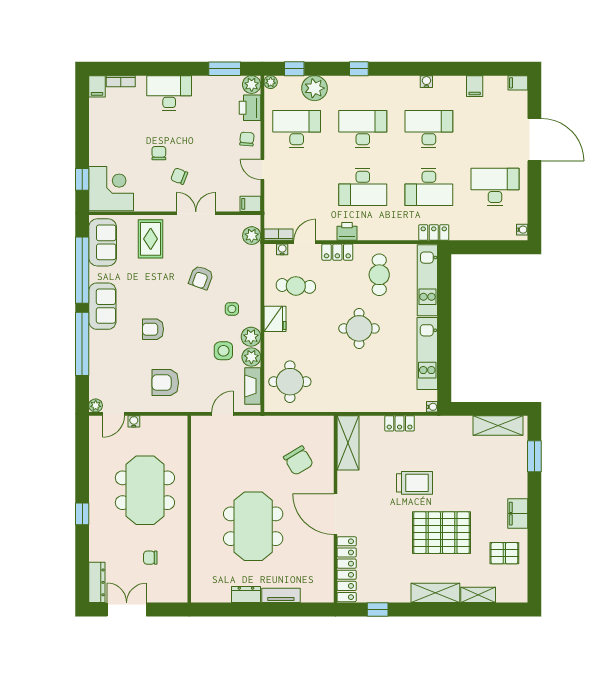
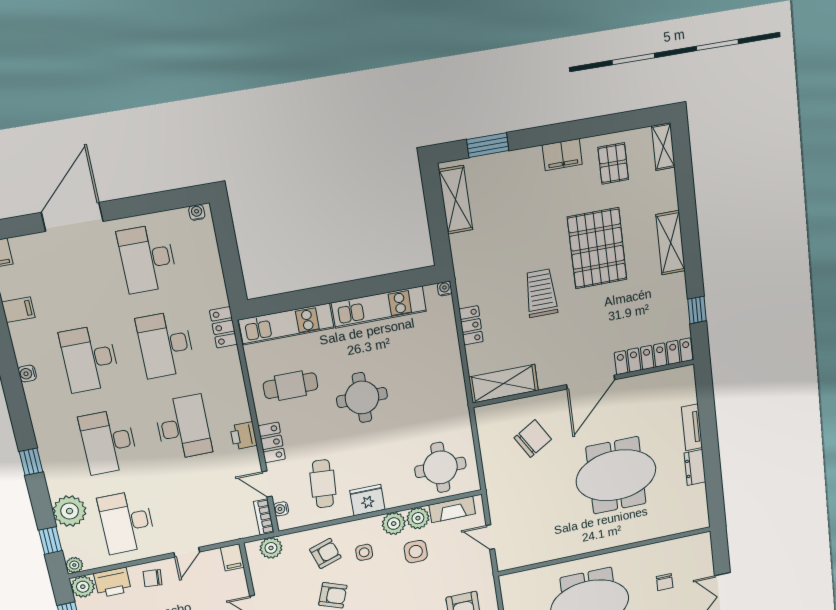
desk: (429, 187) -> (166, 345), turned 180
armchair: (238, 278) -> (325, 553), added
shelving: (478, 595) -> (663, 147), moved

